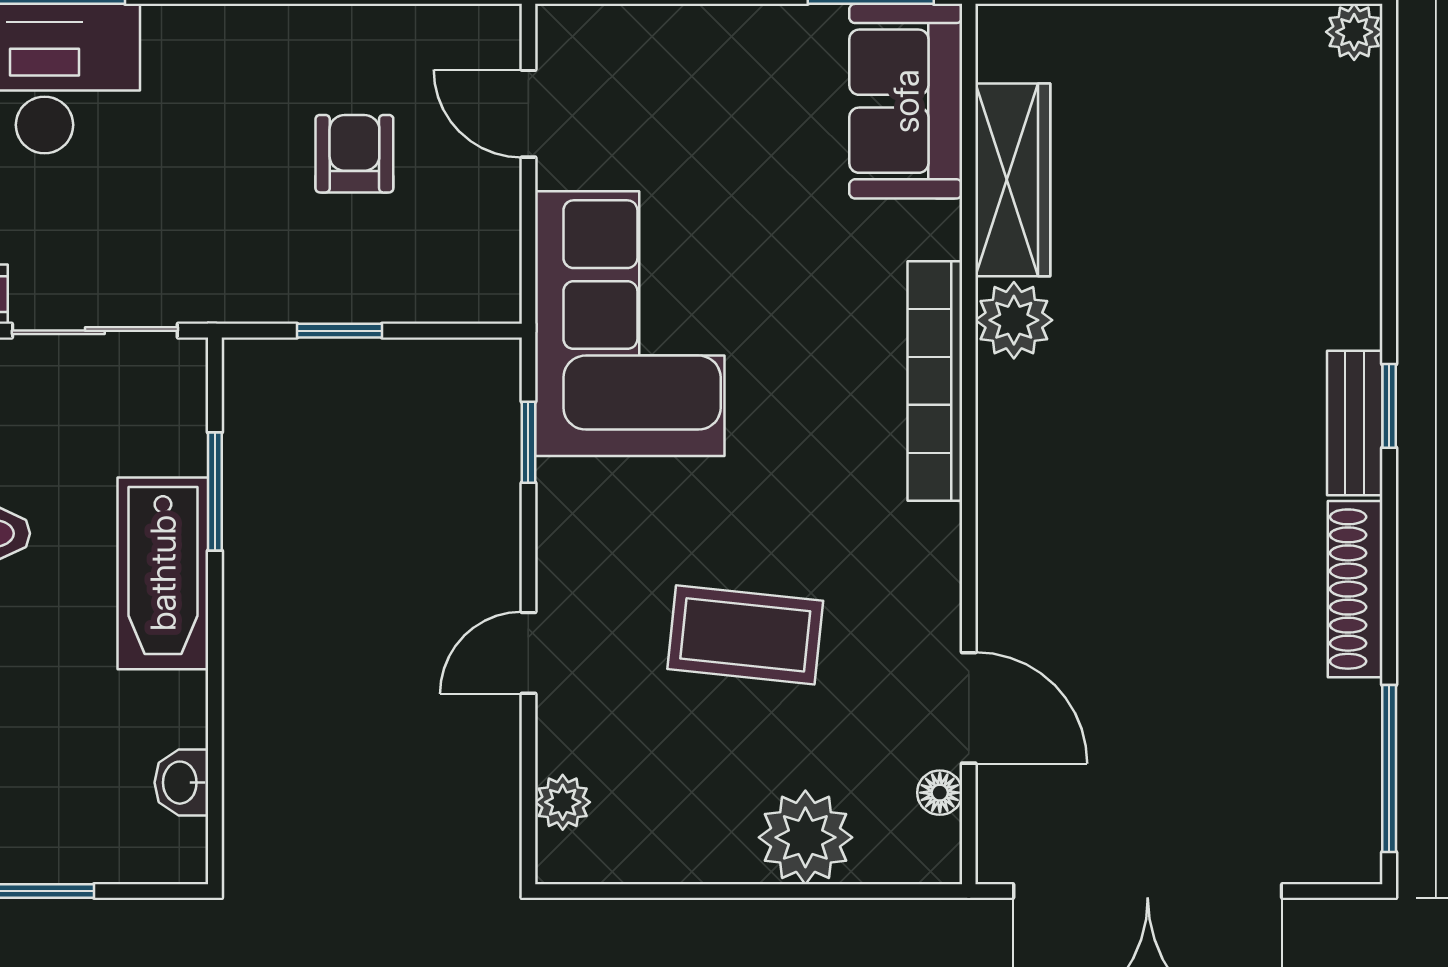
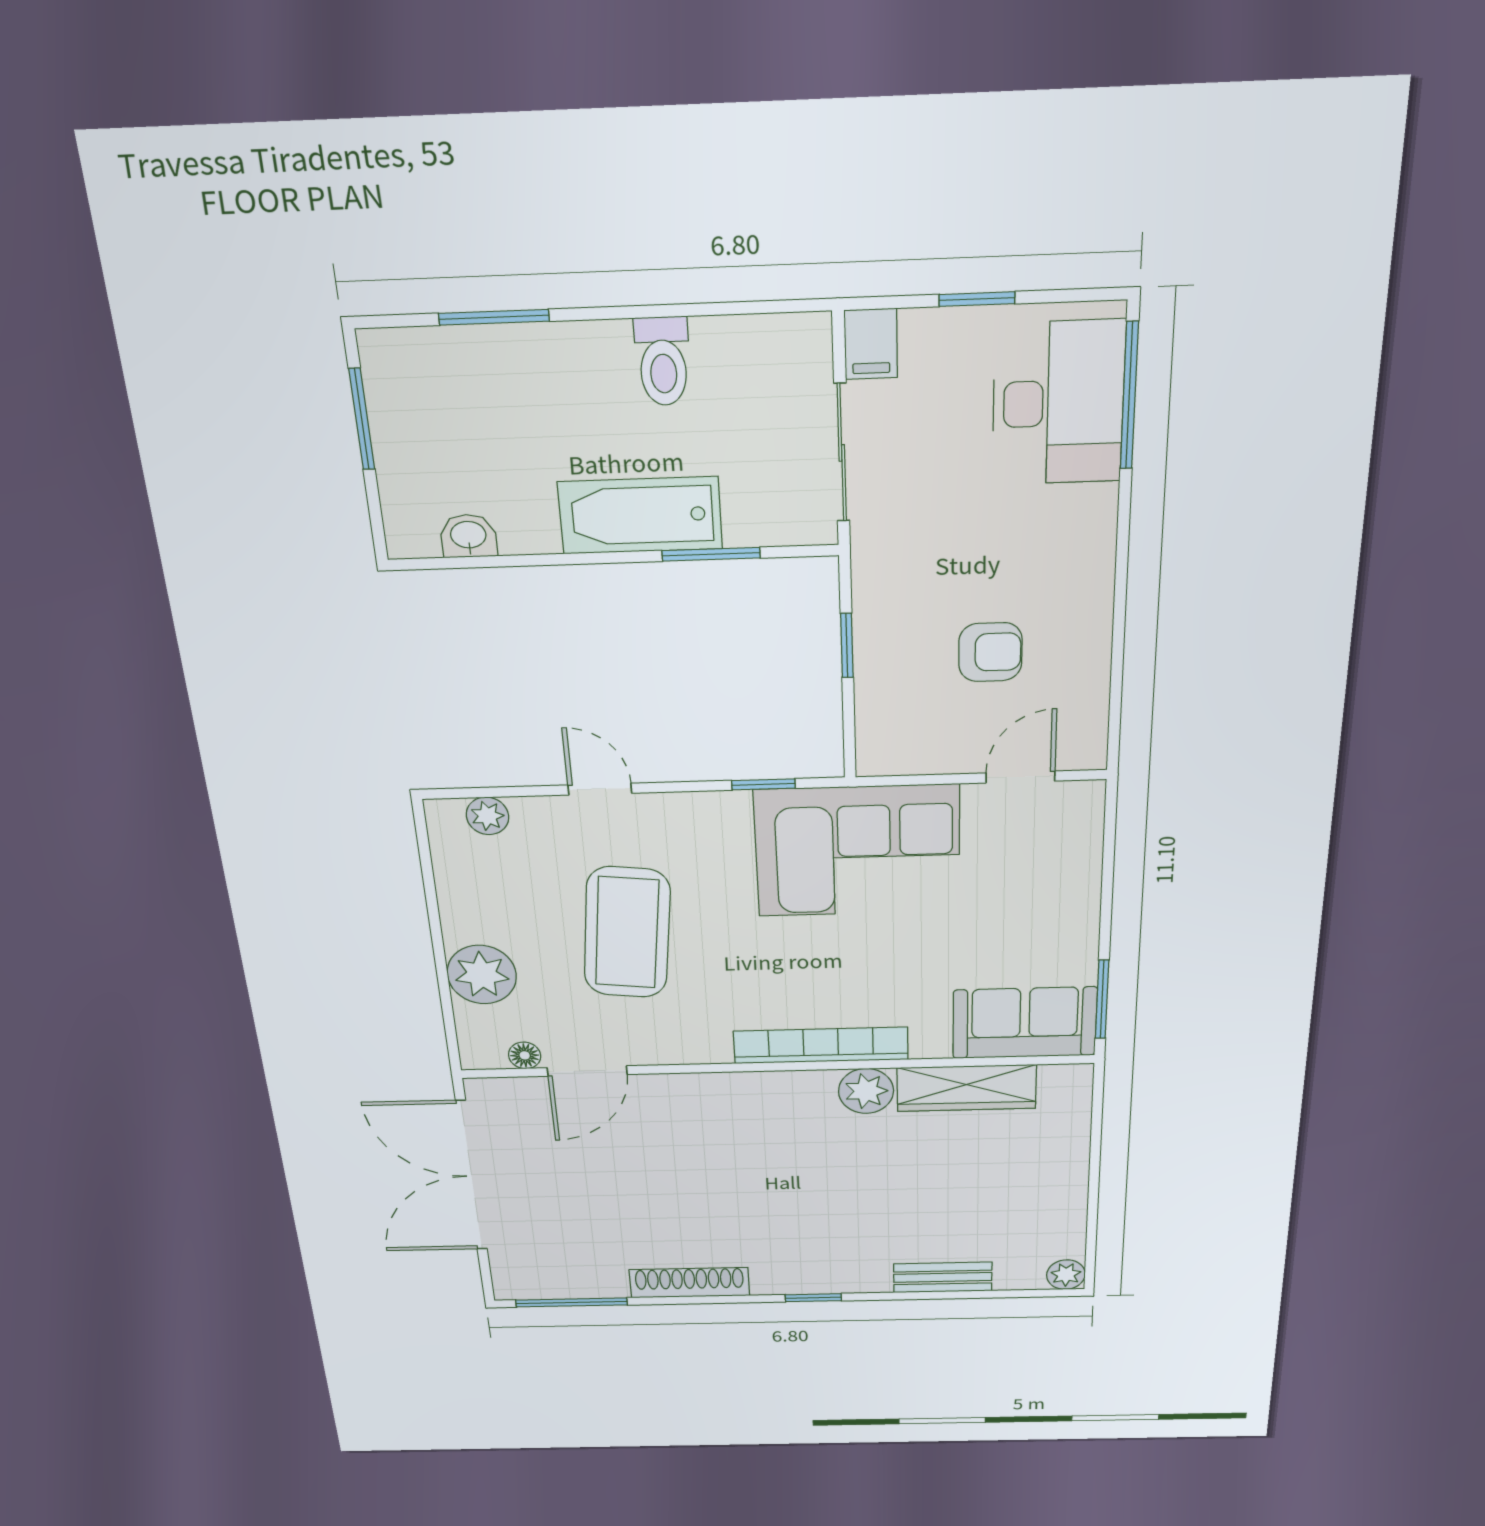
bench: (1355, 423) -> (943, 1277), moved
coffee table: (745, 635) -> (627, 933), width x1.36, depth x1.32

